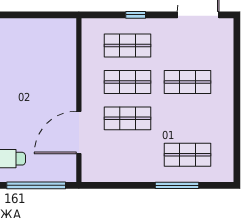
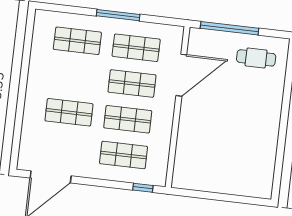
window: (136, 15) -> (143, 188), moved
shop shelf: (128, 155) -> (136, 48), added
window: (177, 185) -> (118, 15), moved

